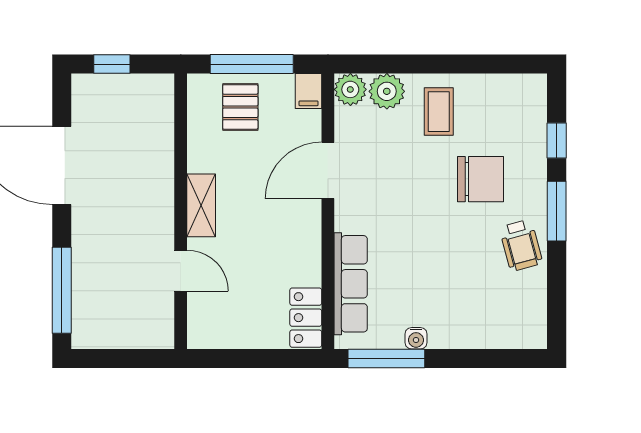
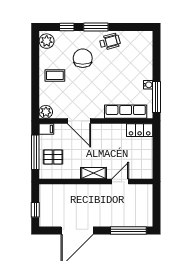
plant: (387, 91) -> (47, 41), moved

